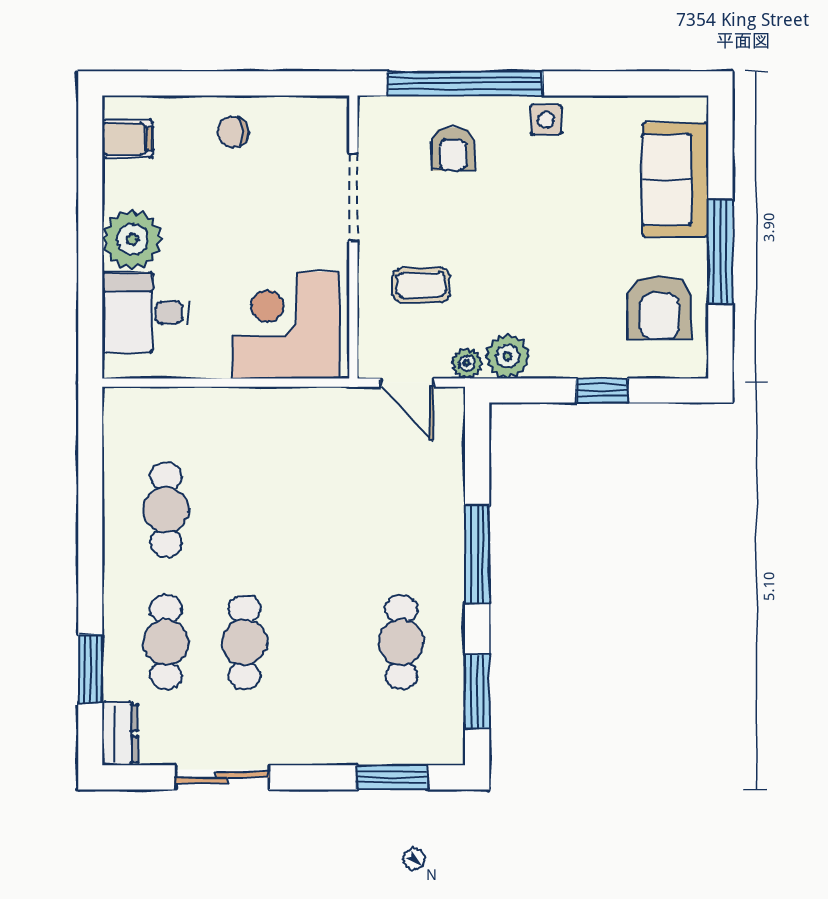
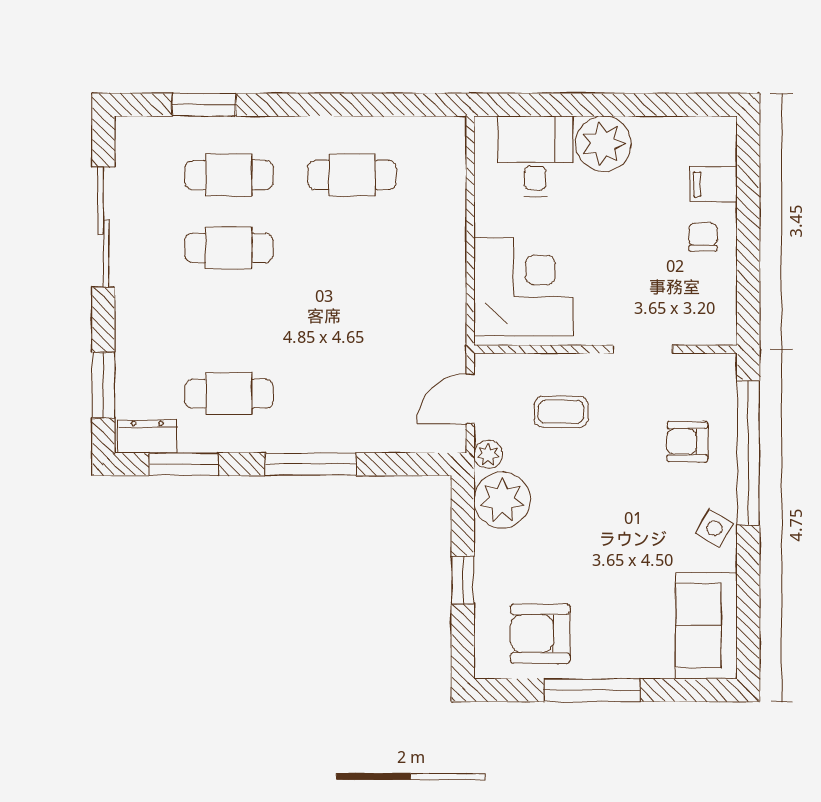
side table: (546, 120) -> (714, 528), turned 30
filing cabinet: (127, 139) -> (714, 184), moved, turned 90
sofa: (675, 180) -> (706, 626), moved, turned -90
doorway: (353, 197) -> (643, 349), width x0.73
coffee table: (421, 285) -> (561, 412), turned 90
plant: (508, 356) -> (502, 500), width x1.36, depth x1.36
dresser: (120, 734) -> (147, 436), moved, turned 180
sliding door: (222, 777) -> (103, 227), width x1.37

